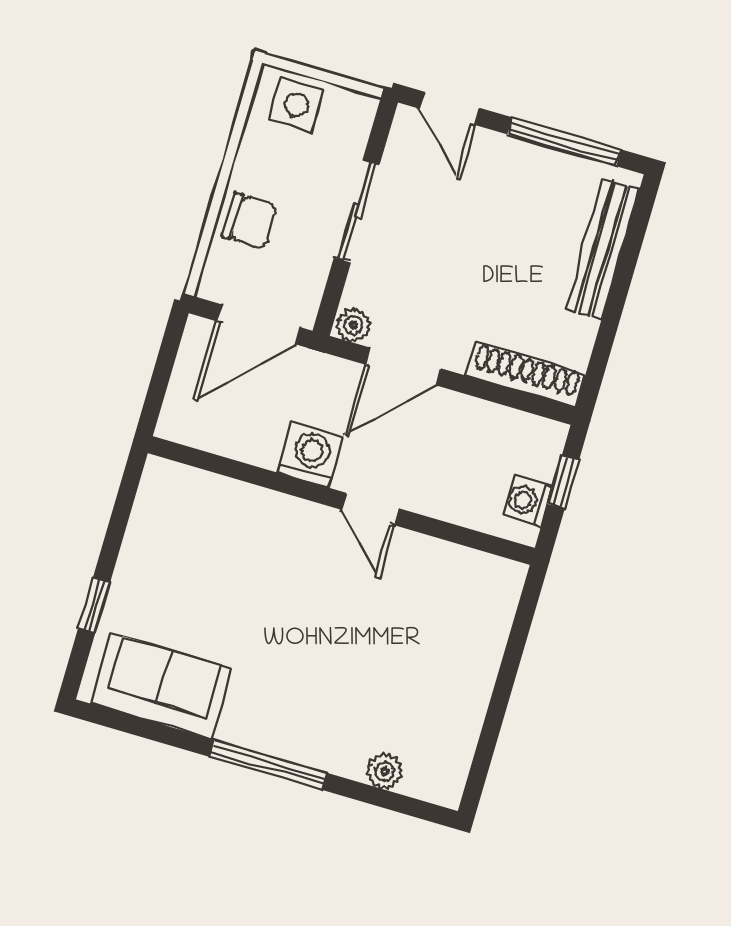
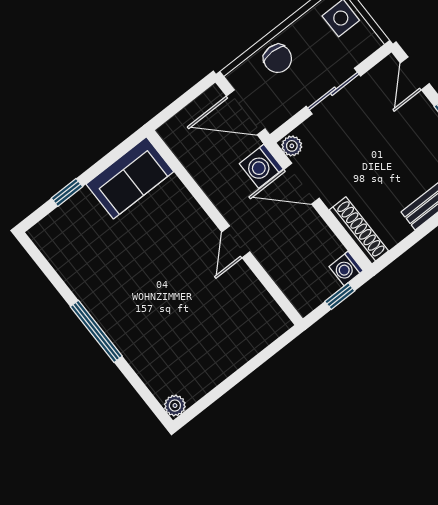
washing machine: (311, 455) -> (261, 166), moved, turned 180
washing machine: (527, 501) -> (346, 269), moved, turned -90
sofa: (162, 686) -> (130, 178), moved, turned 90
plant: (385, 771) -> (175, 406), moved

